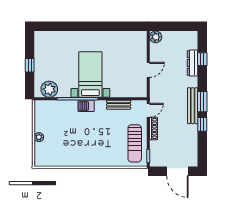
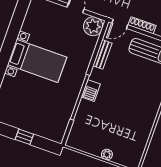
bed with nightstands: (90, 75) -> (37, 61), moved, turned 180
plant: (49, 89) -> (93, 26), moved
door: (148, 110) -> (120, 24), swing flipped

